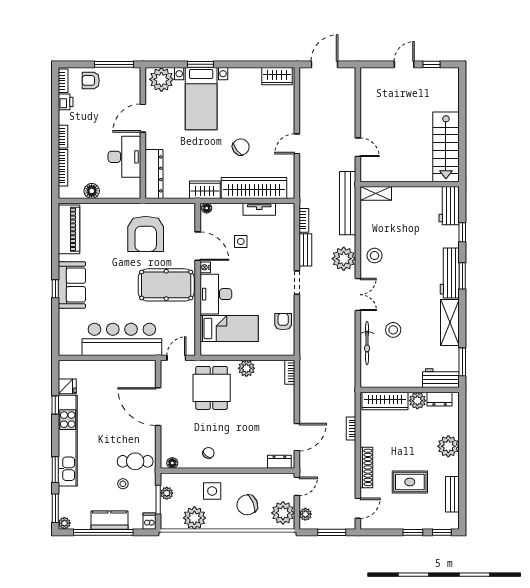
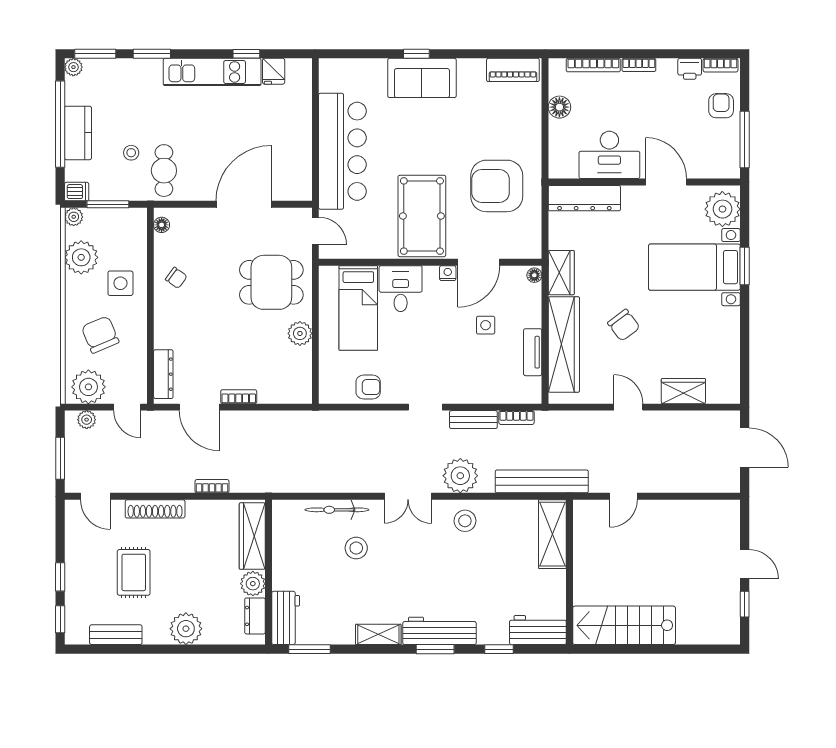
wardrobe: (277, 76) -> (683, 391), moved, turned 90
shelving: (376, 193) -> (552, 534), width x1.50, depth x1.33
piano: (69, 229) -> (513, 70), width x0.73, depth x0.75
desk: (216, 294) -> (401, 289), width x0.73
shelving: (450, 322) -> (378, 634), width x0.67, depth x0.75
bookcase: (290, 372) -> (239, 397), moved
kitchen unit: (68, 441) -> (212, 72), width x0.73
dresser: (279, 462) -> (163, 374), width x1.44
plant: (167, 493) -> (74, 217), moved

